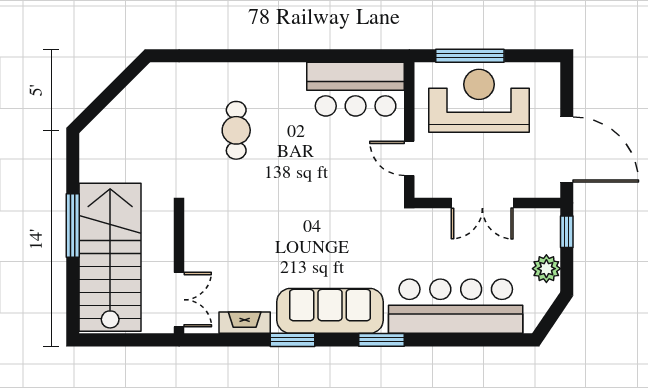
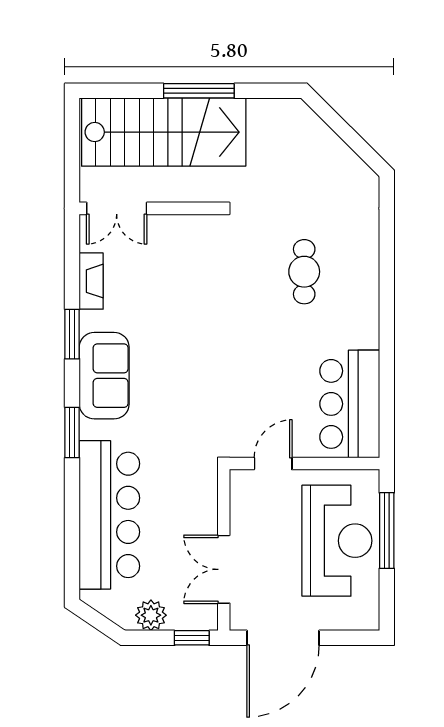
cafe table: (236, 130) -> (304, 272), turned 90
double door: (482, 203) -> (224, 569), moved
sofa: (330, 311) -> (104, 376), width x0.73

